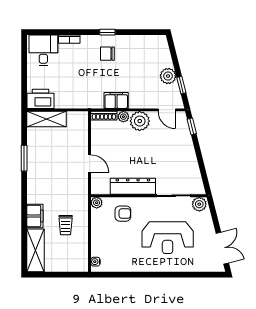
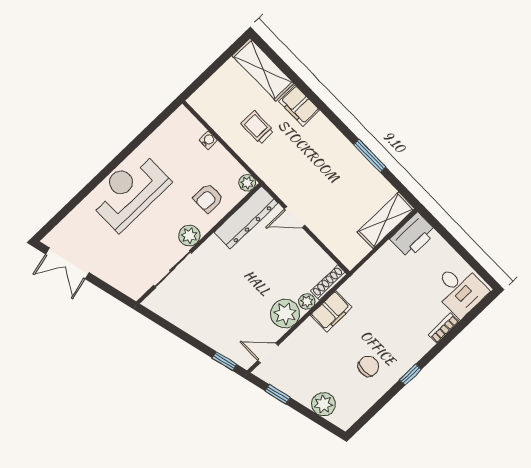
chair: (107, 54) -> (368, 366), moved
plant: (168, 76) -> (323, 404), moved
dresser: (133, 186) -> (246, 218), moved
plant: (199, 204) -> (189, 236), moved
reception desk: (168, 238) -> (129, 191), moved
water cooler: (95, 262) -> (208, 140), moved

